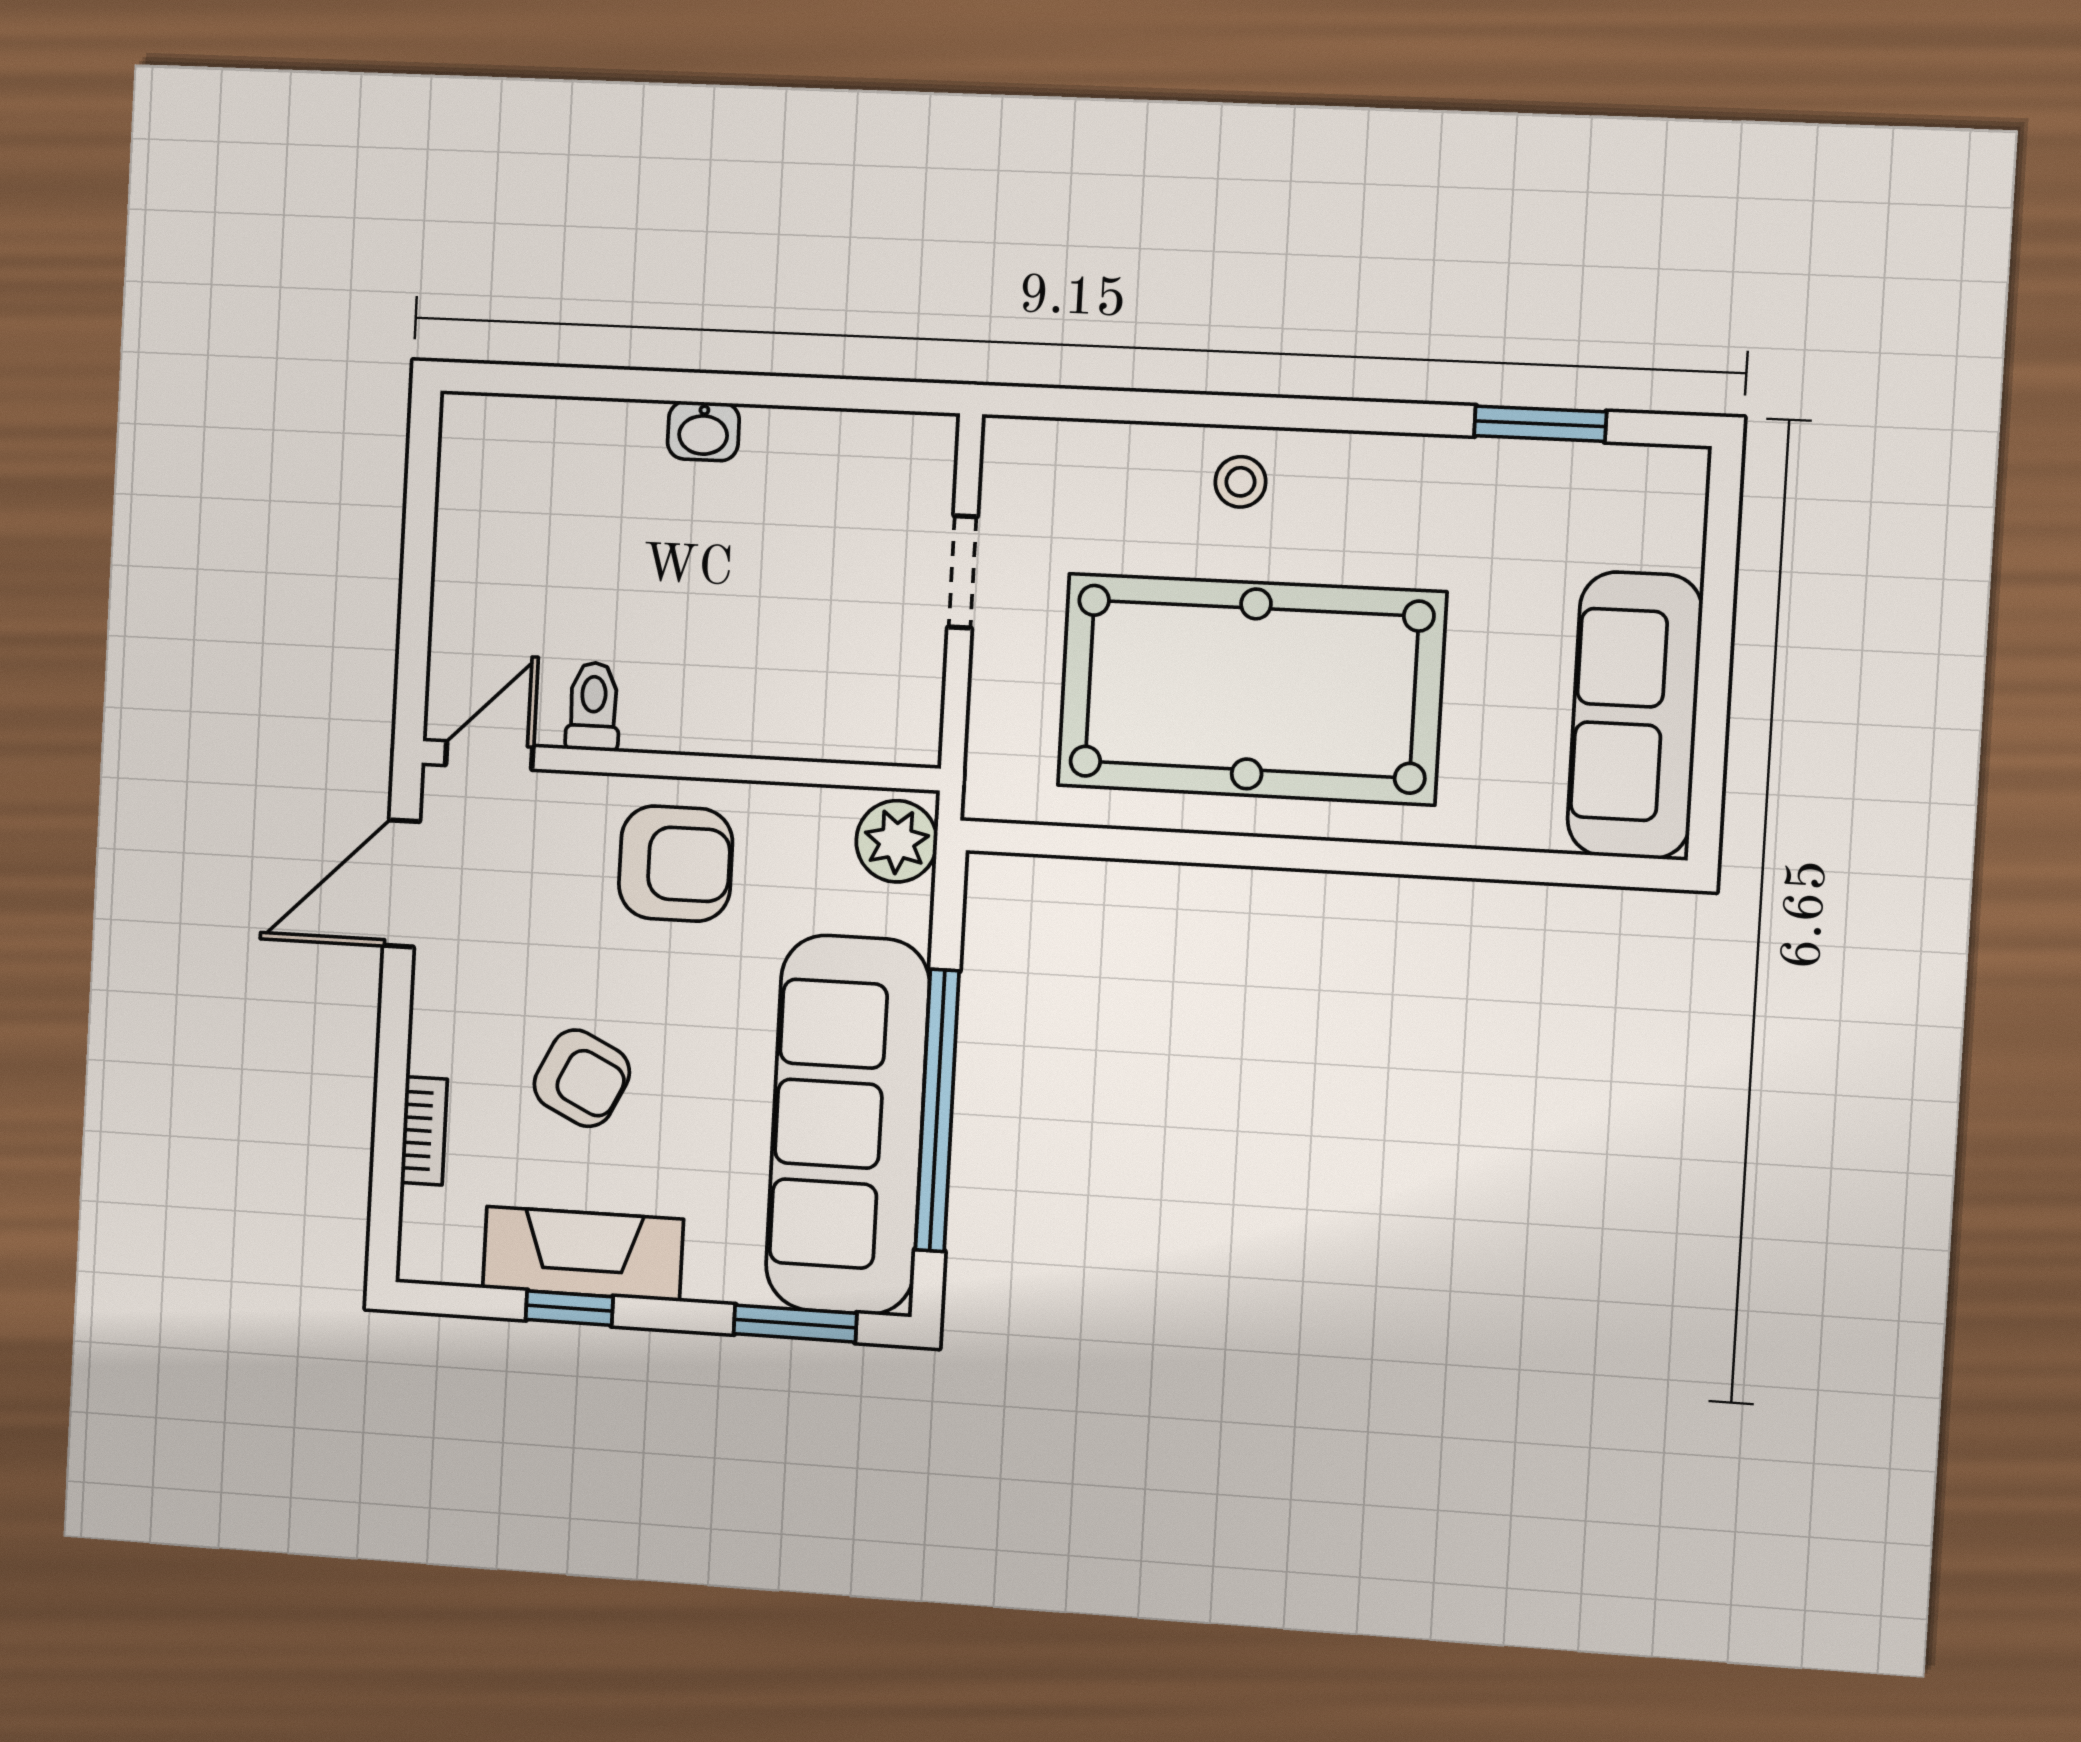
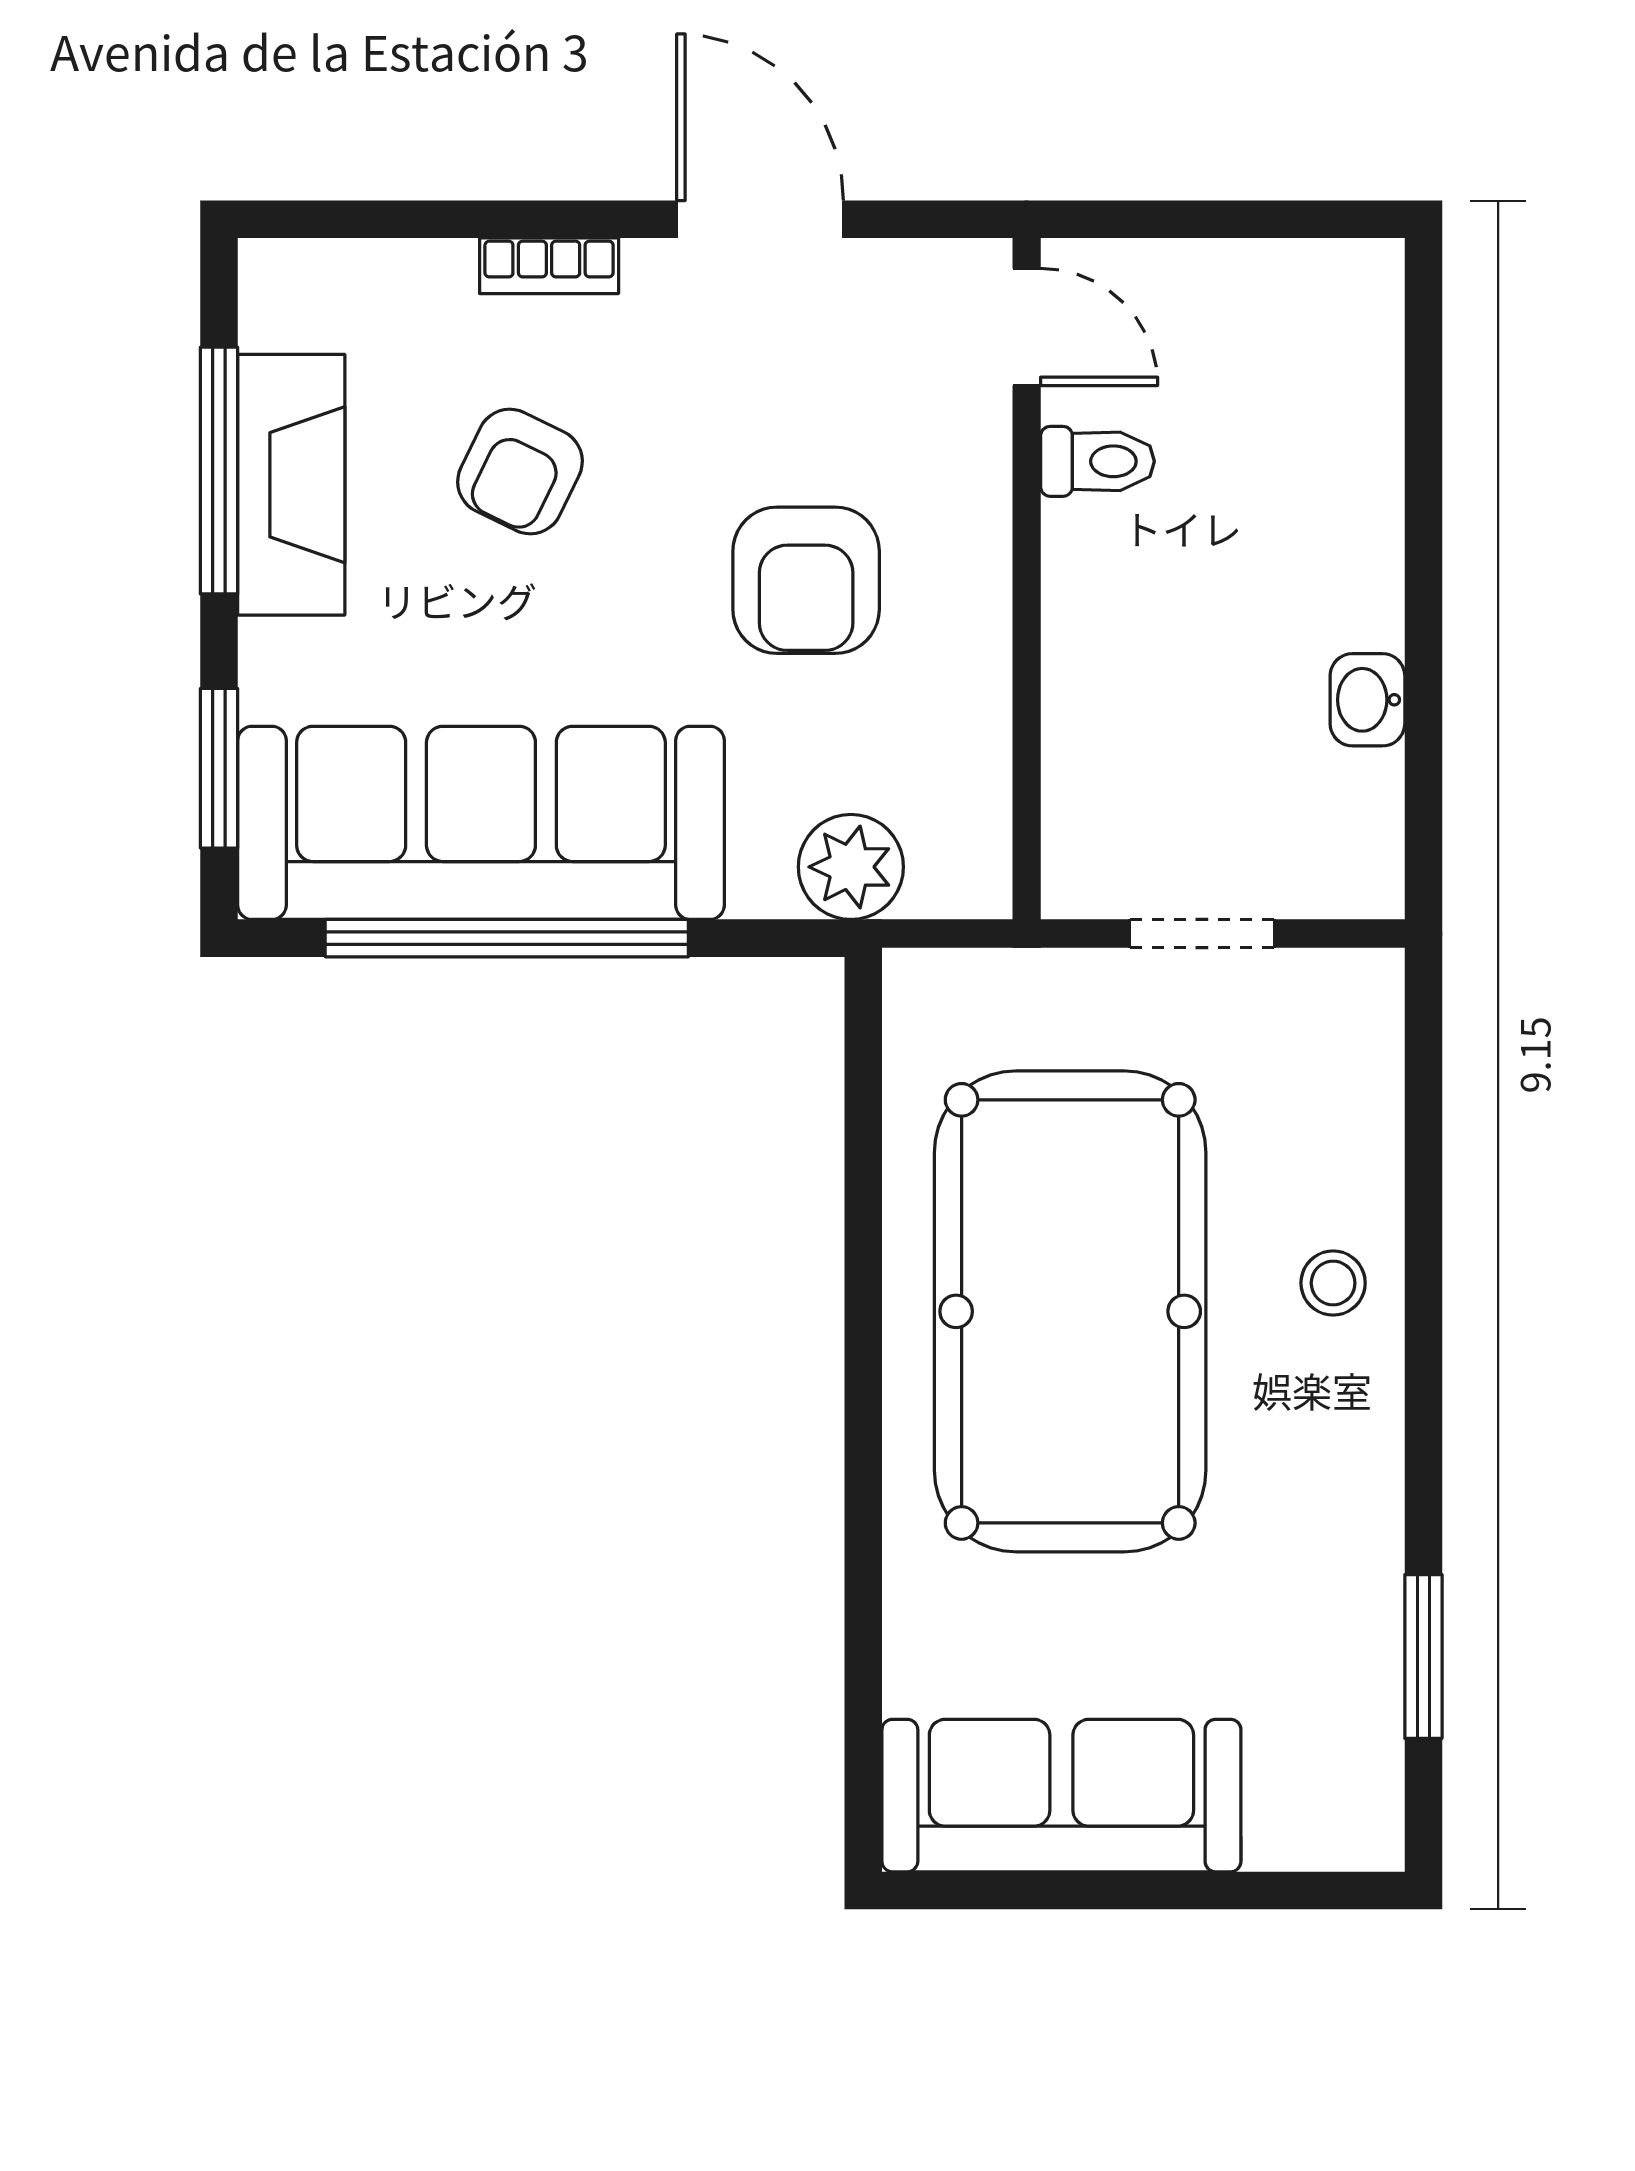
washbasin: (703, 431) -> (1367, 700), moved
toilet: (593, 706) -> (1097, 461), moved
door: (489, 755) -> (1027, 327), moved
wall: (680, 766) -> (1027, 579), moved
bookcase: (424, 1131) -> (549, 266), moved
window: (569, 1308) -> (219, 471), width x2.17

